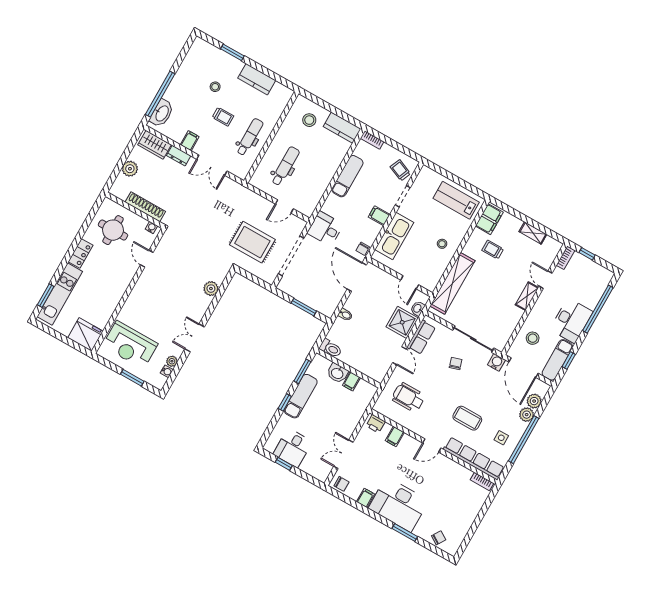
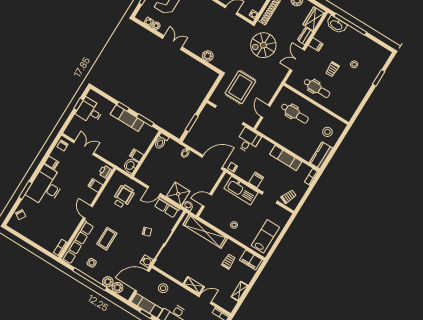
kitchen counter: (257, 79) -> (359, 95), removed
spiral stairs: (193, 213) -> (263, 45), added
washbasin: (337, 373) -> (131, 166), moved

